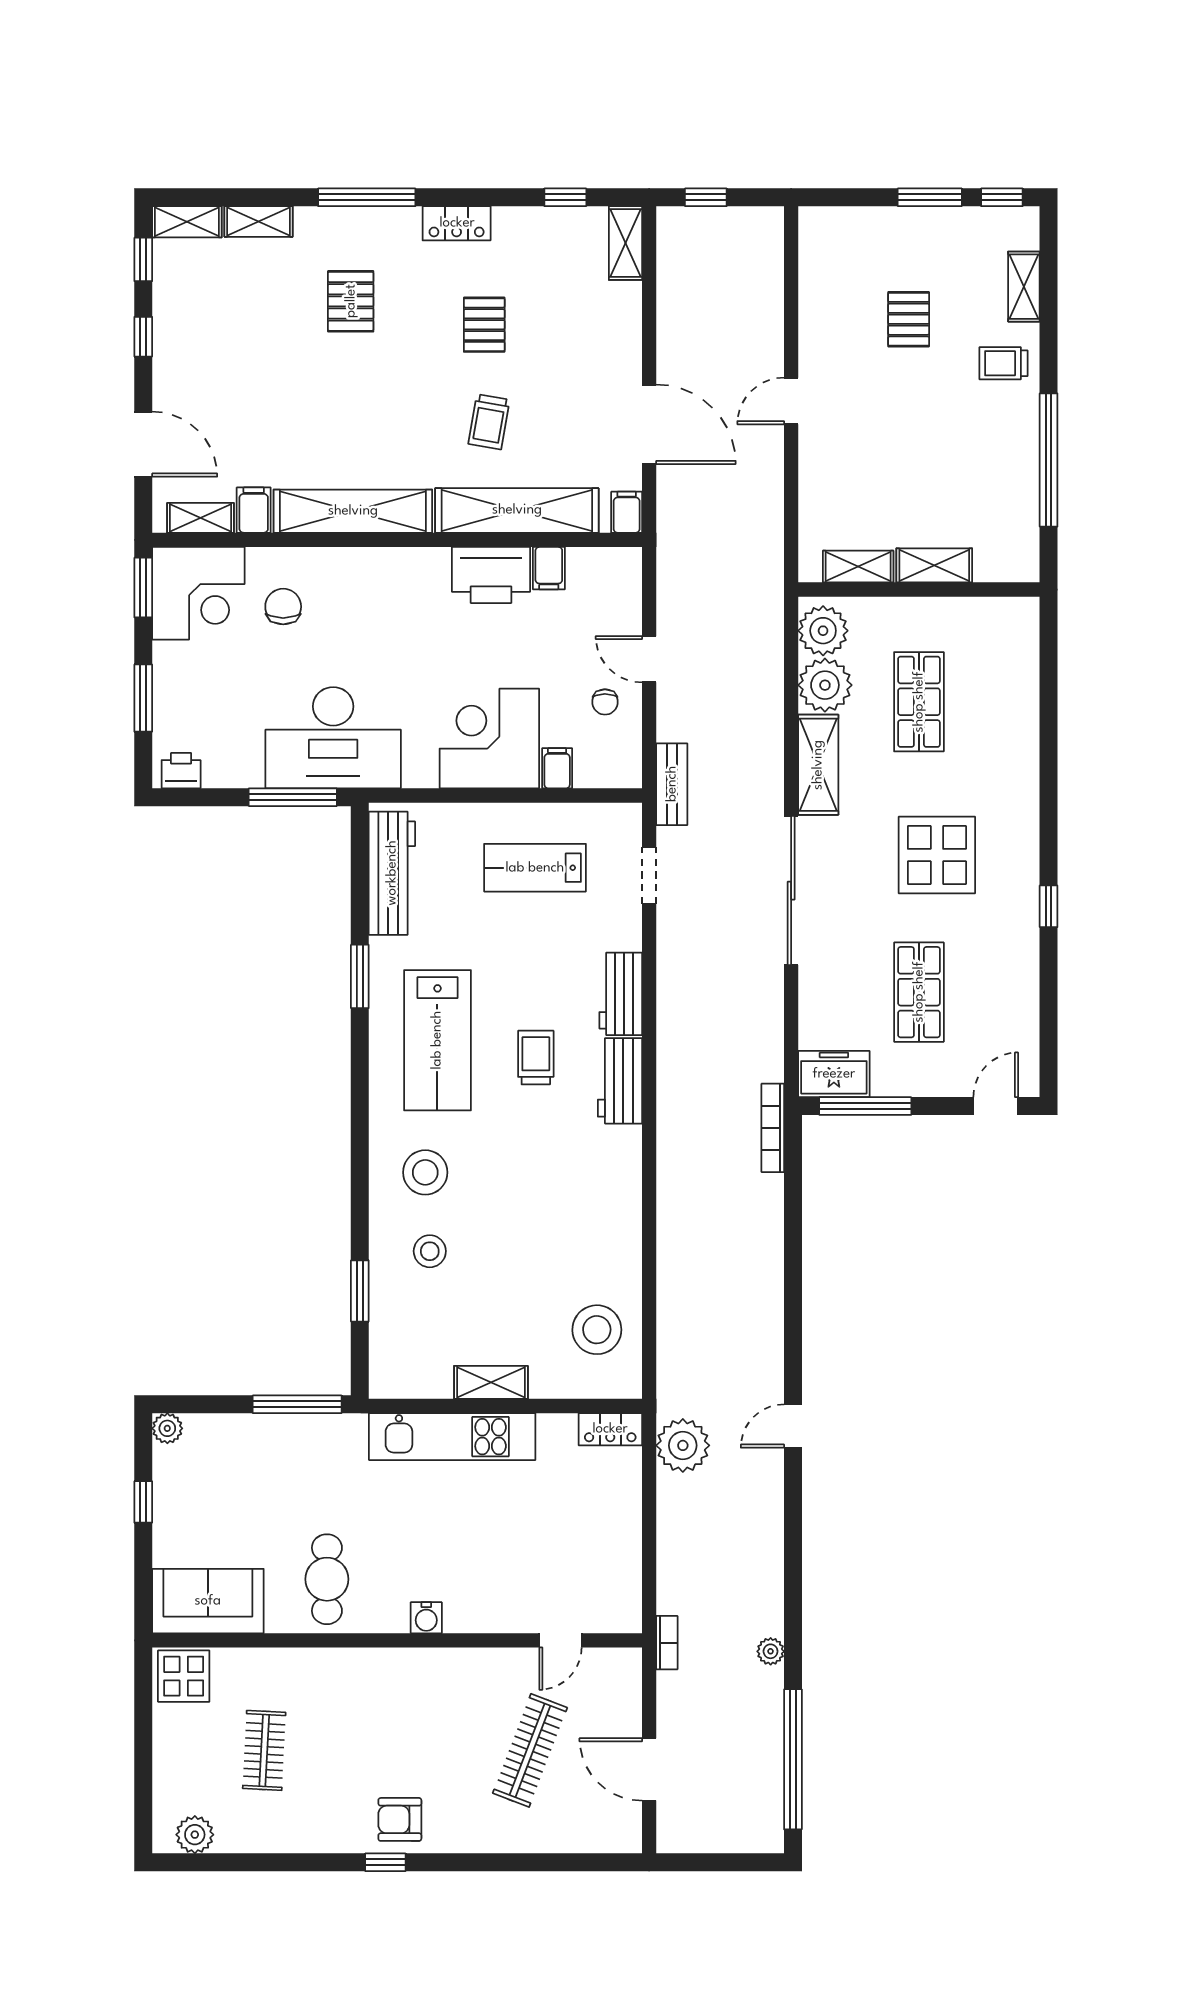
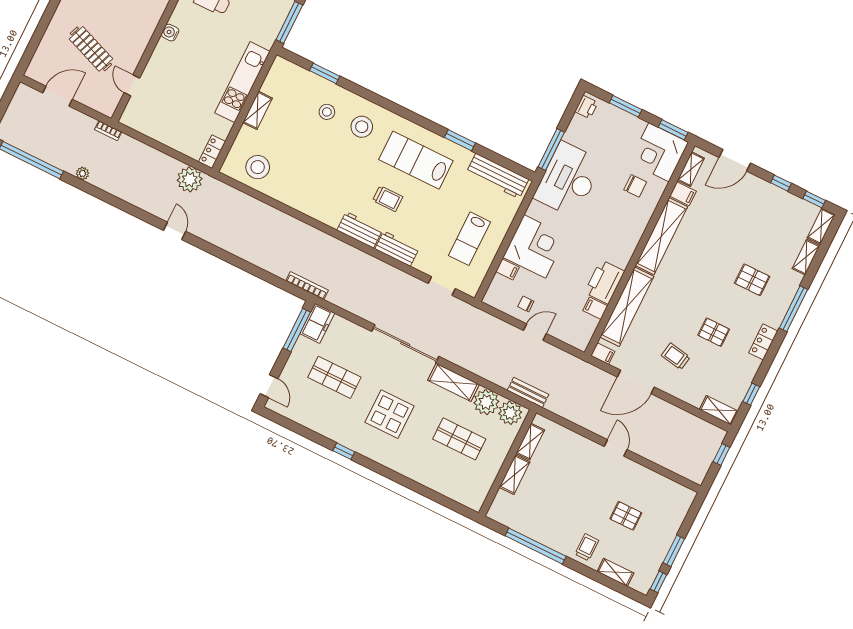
trolley: (489, 422) -> (676, 356), moved
bench: (672, 784) -> (528, 392), moved
lab bench: (535, 868) -> (469, 239), turned 180

